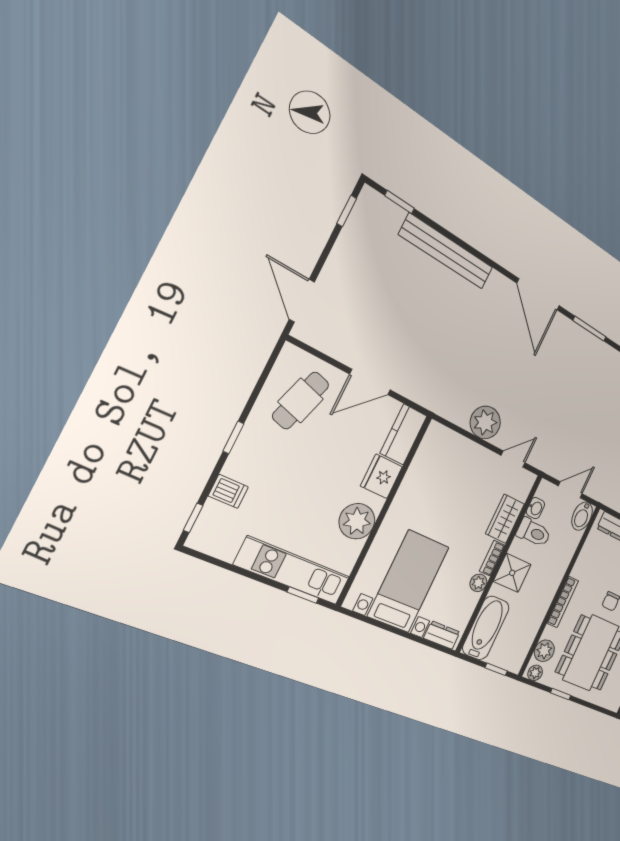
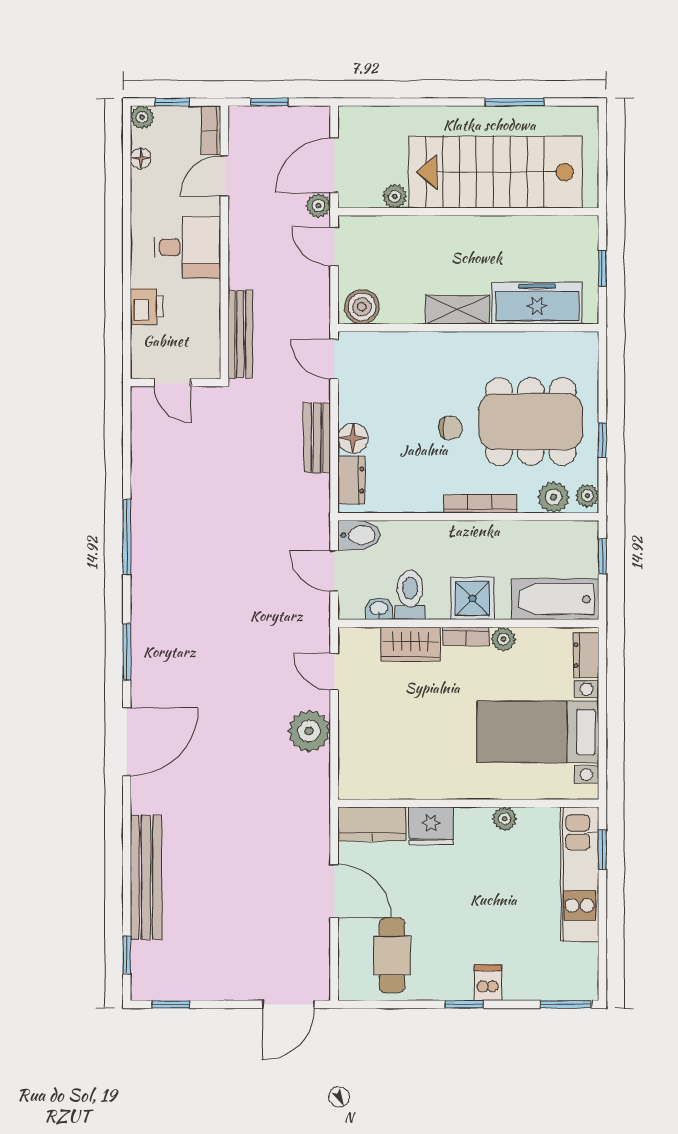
cafe table: (301, 400) -> (392, 955), turned 73
dishwasher: (228, 491) -> (488, 983), moved
window: (193, 518) -> (566, 1004), width x1.50
plant: (357, 521) -> (505, 819), width x0.53, depth x0.53

